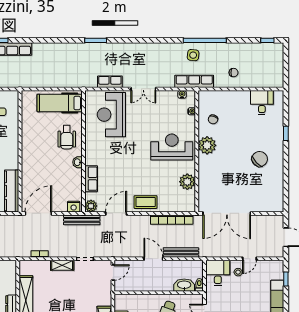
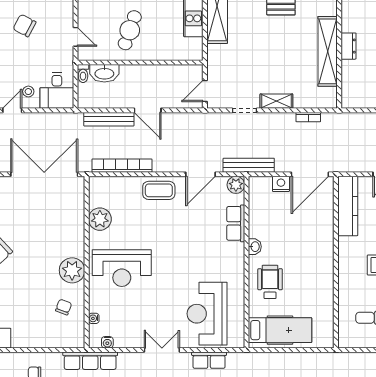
reception desk: (111, 115) -> (207, 314), turned 180
nightstand: (74, 207) -> (281, 184), moved

